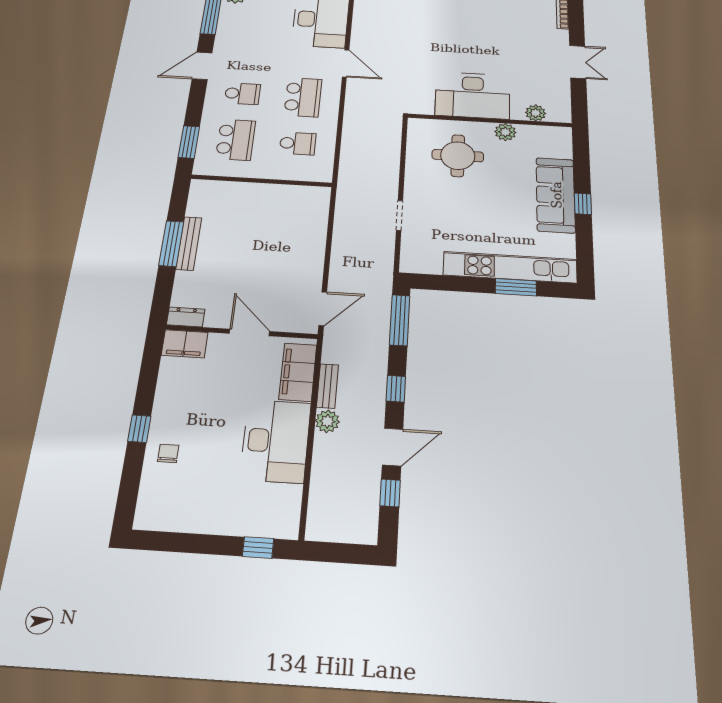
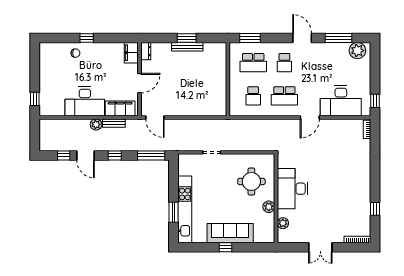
window: (171, 244) -> (187, 38), width x0.69

